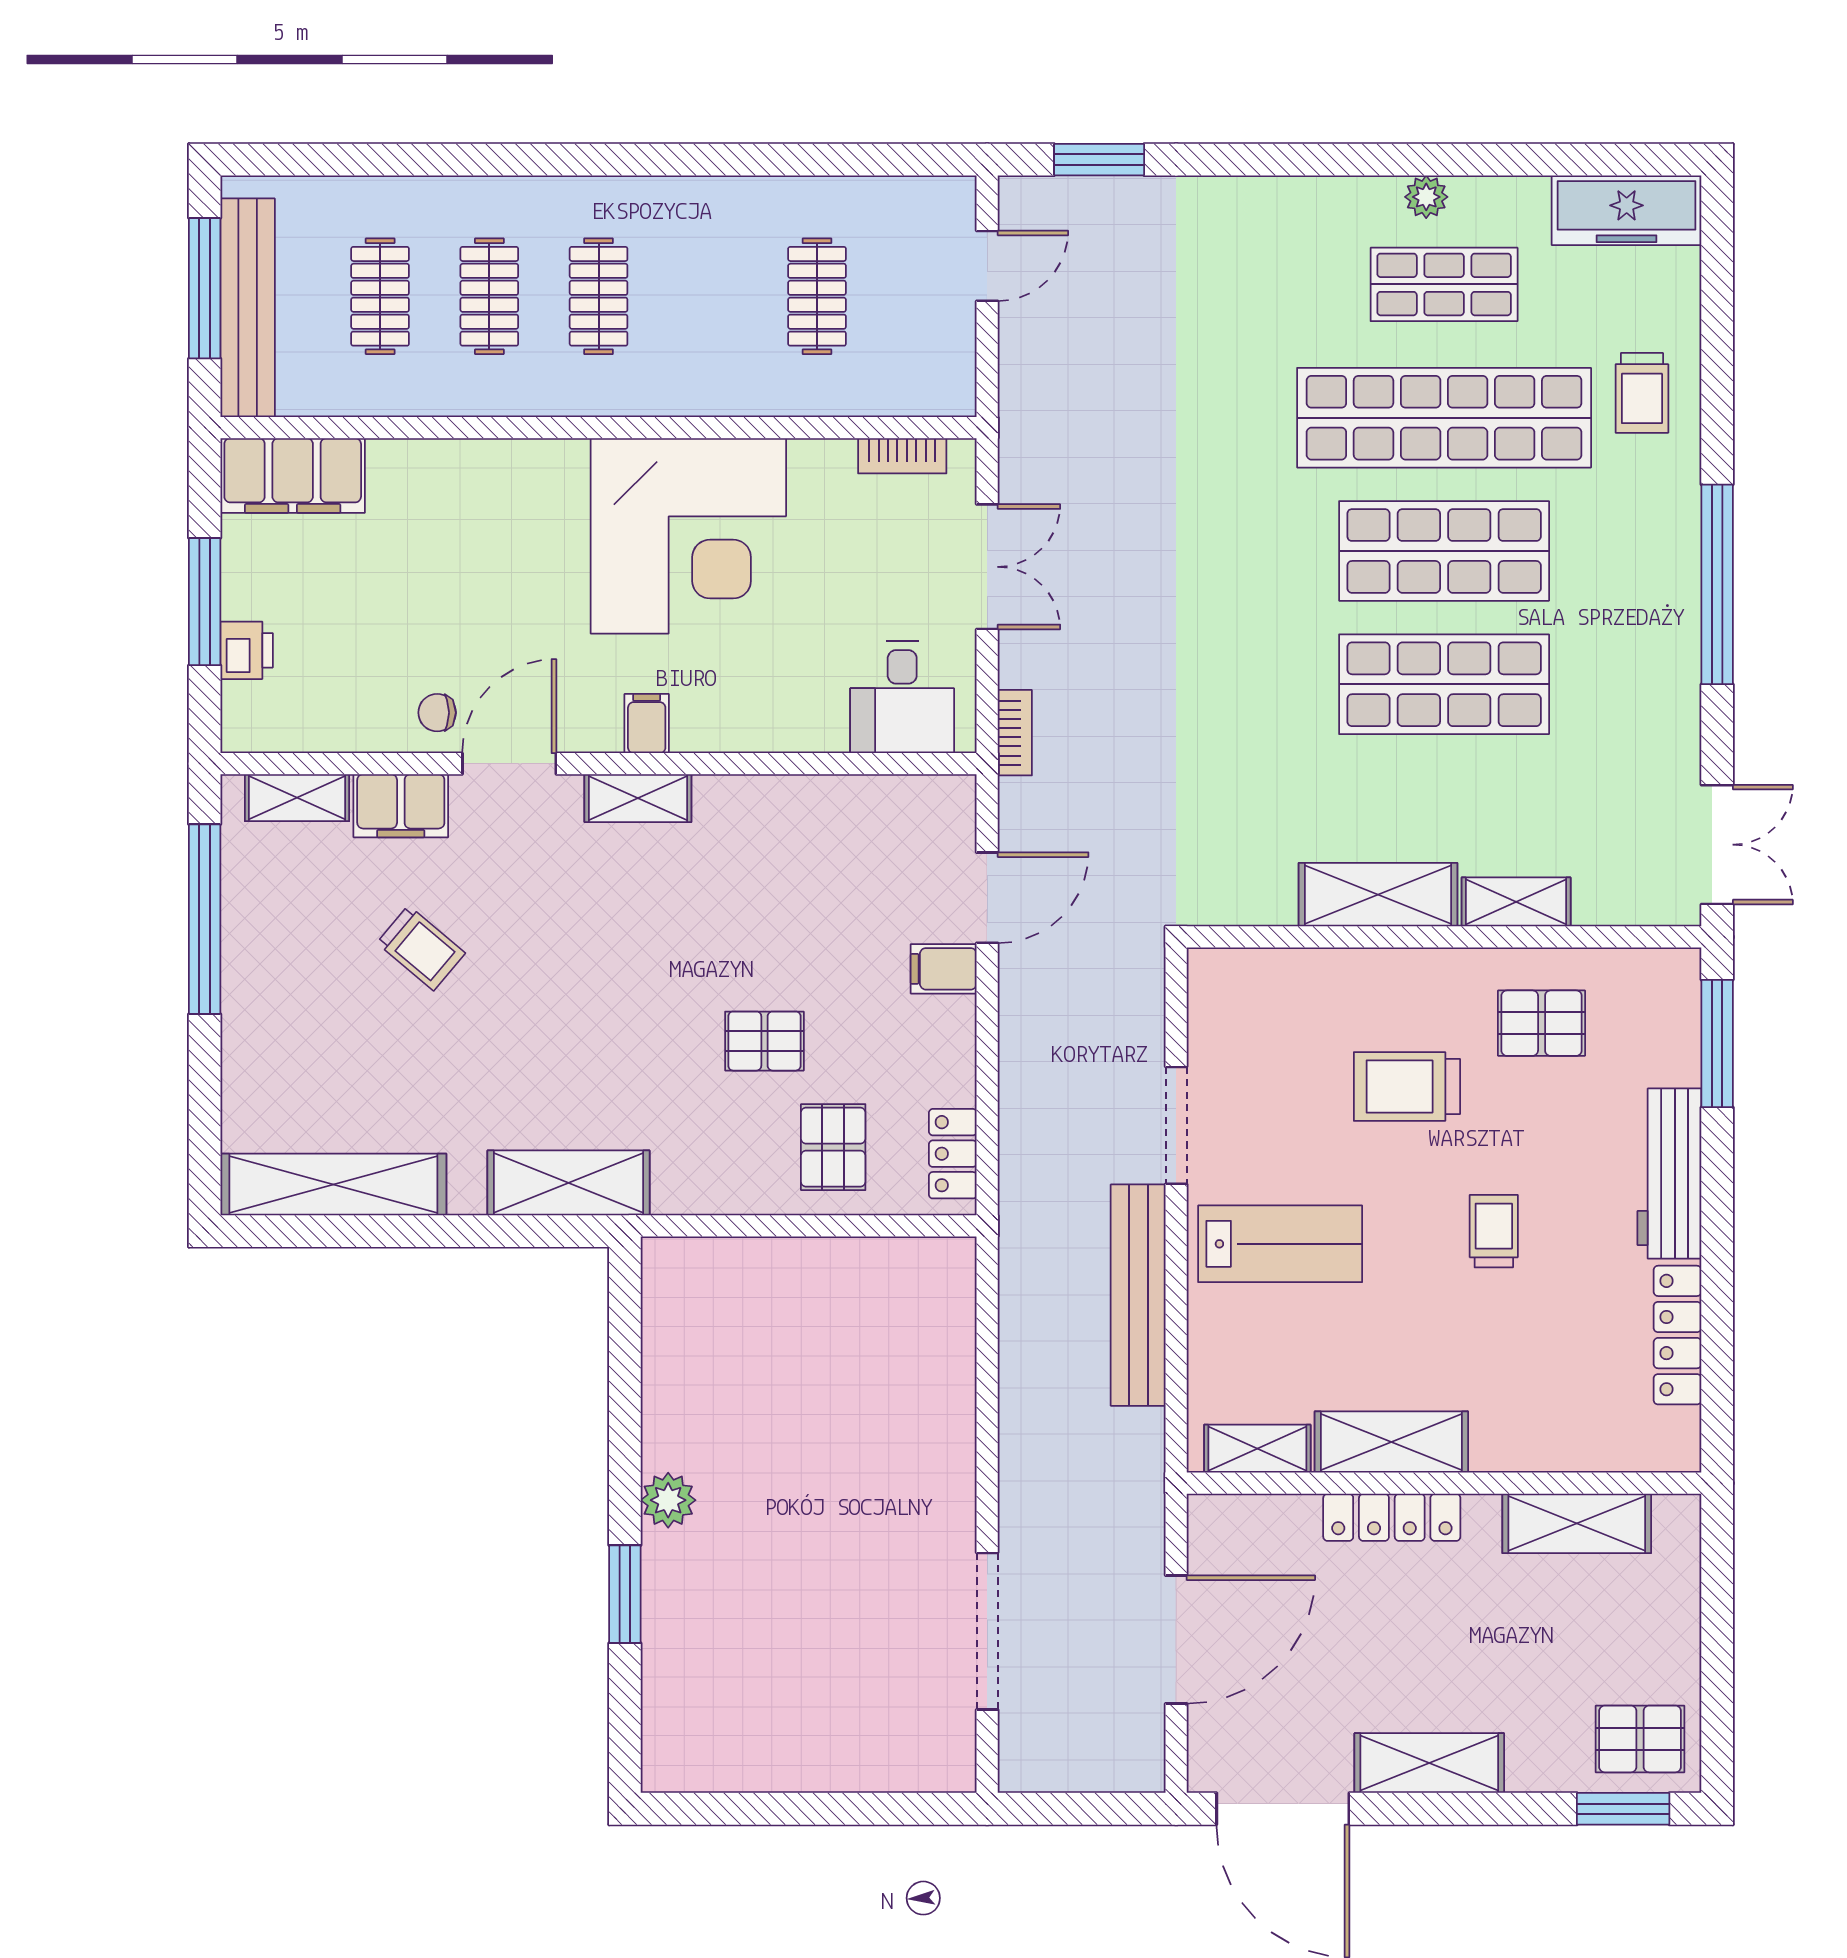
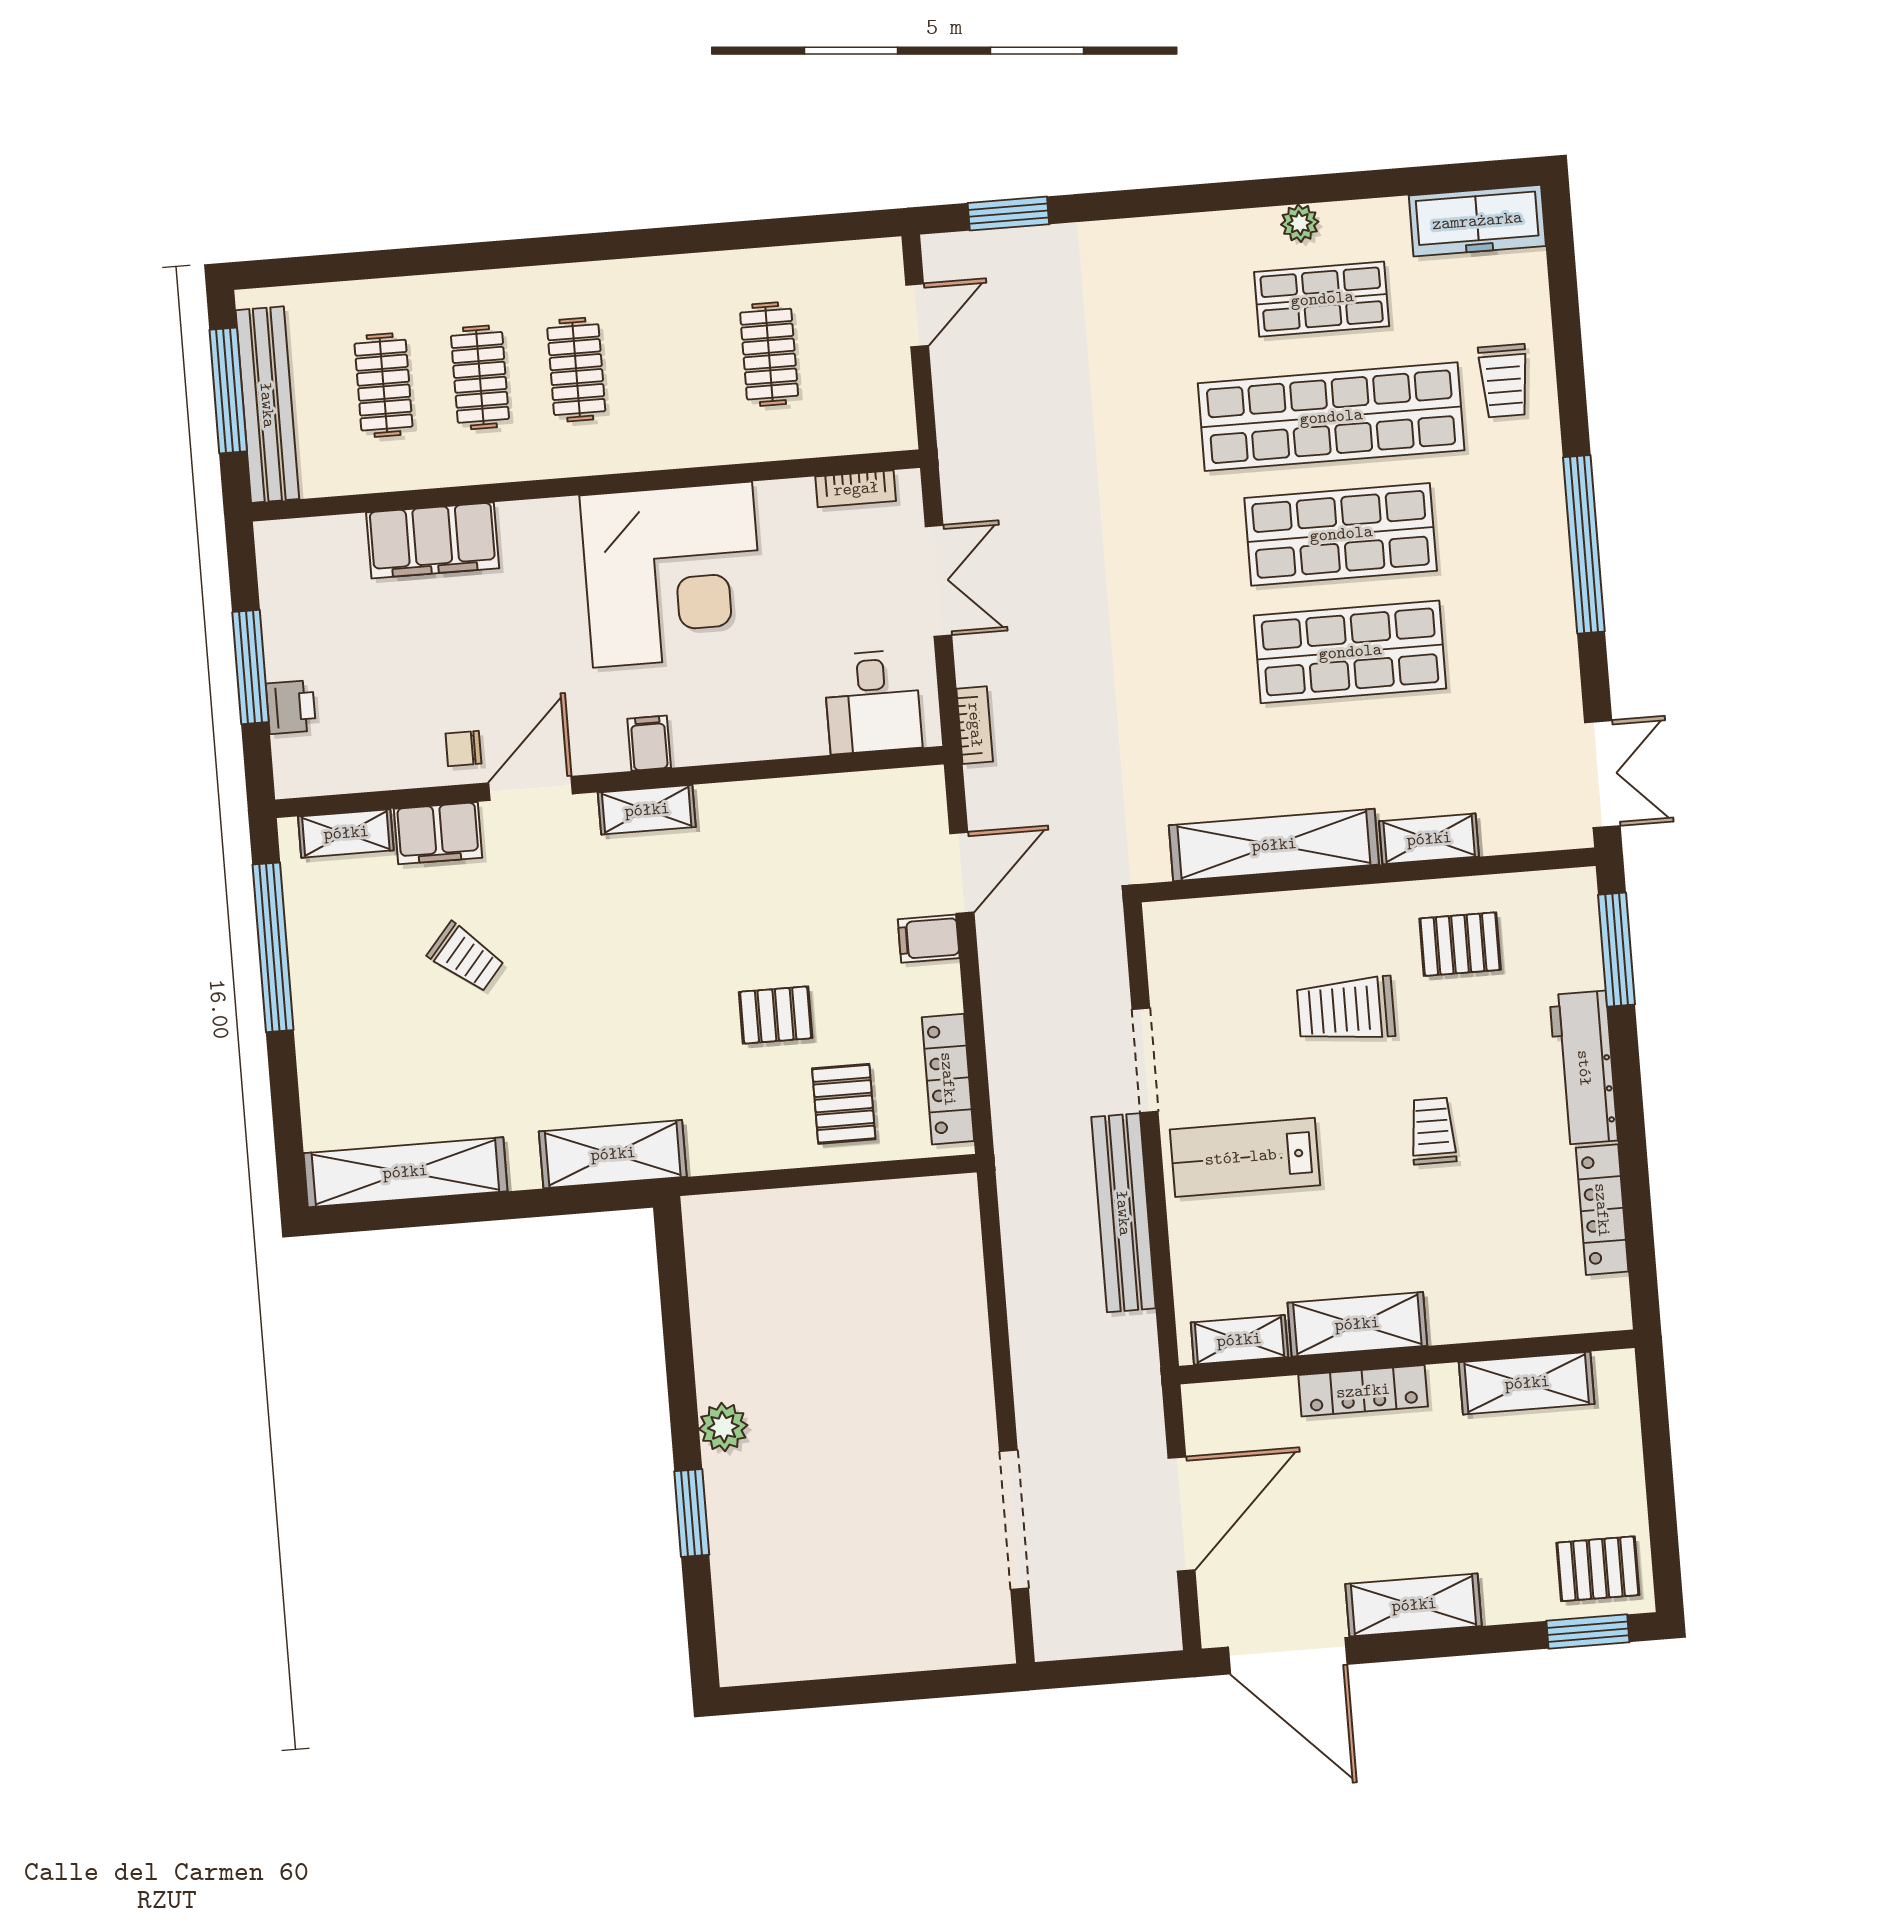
filing cabinet: (293, 476) -> (433, 540), moved
shelving: (1378, 895) -> (1274, 845), width x1.47
locker: (953, 1154) -> (948, 1079), width x1.53
lab bench: (1280, 1244) -> (1245, 1157), turned 180

